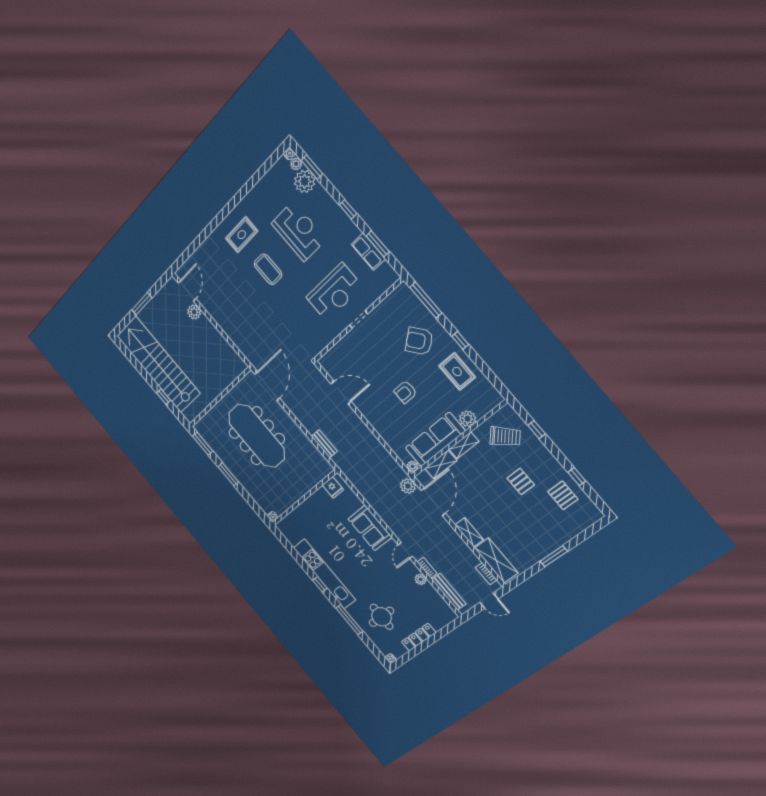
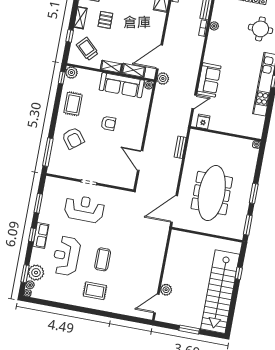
row of seats: (368, 252) -> (41, 235), moved
window: (460, 340) -> (62, 78), moved
plant: (468, 419) -> (71, 73), moved
shelving: (469, 532) -> (80, 18), moved
door: (405, 551) -> (194, 102), moved

